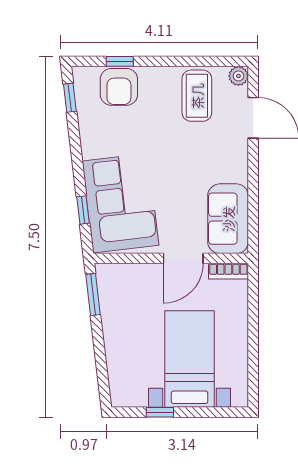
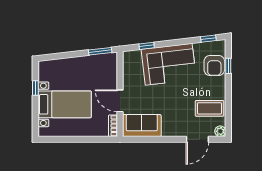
armchair: (119, 87) -> (214, 66), turned -90
corner sofa: (120, 203) -> (169, 64), moved

